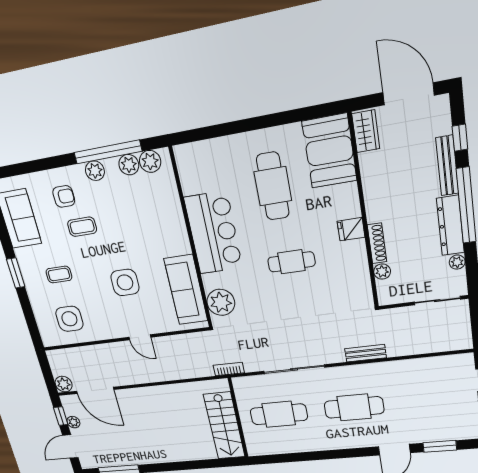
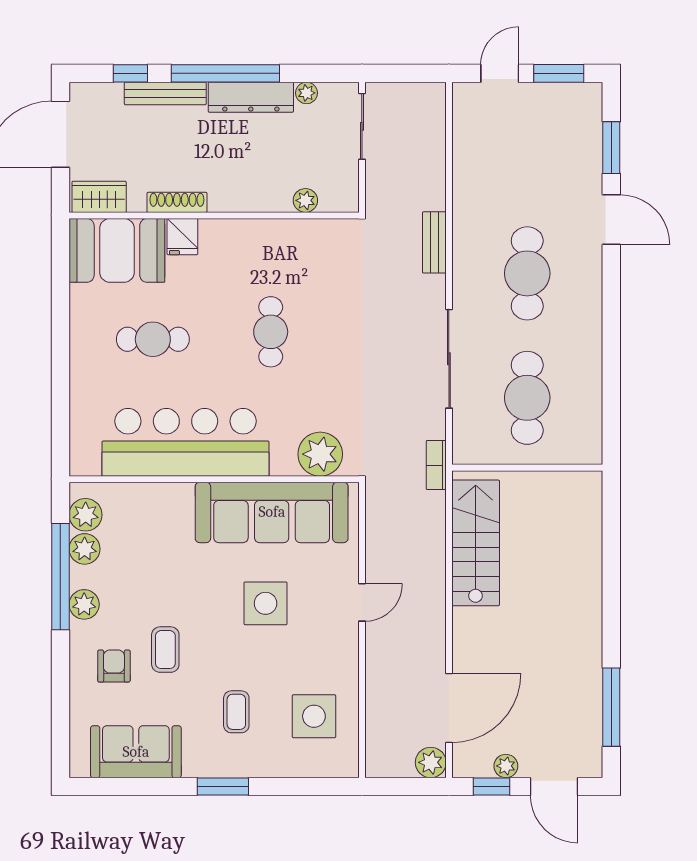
cafe table: (273, 186) -> (153, 339), width x0.73, depth x0.74
fridge: (351, 229) -> (182, 237), moved
bar counter: (213, 233) -> (186, 442), width x1.36
shoe rack: (377, 243) -> (177, 202), moved
sofa: (186, 290) -> (272, 512), width x1.36, depth x1.27
stairs: (224, 426) -> (476, 543), moved, turned -90

